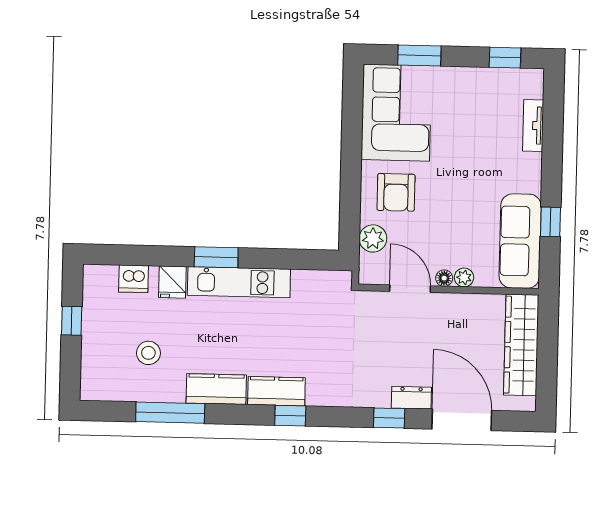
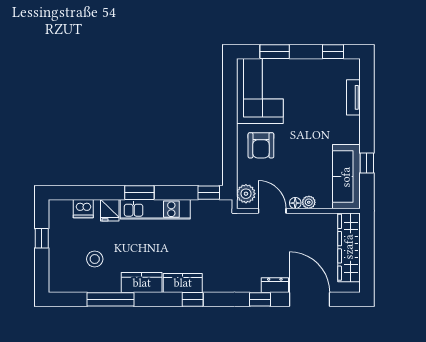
plant: (373, 238) -> (246, 194), moved
window: (318, 260) -> (209, 193), added

